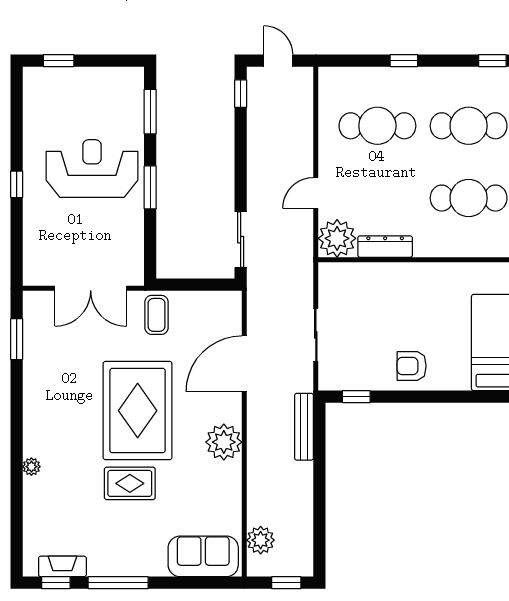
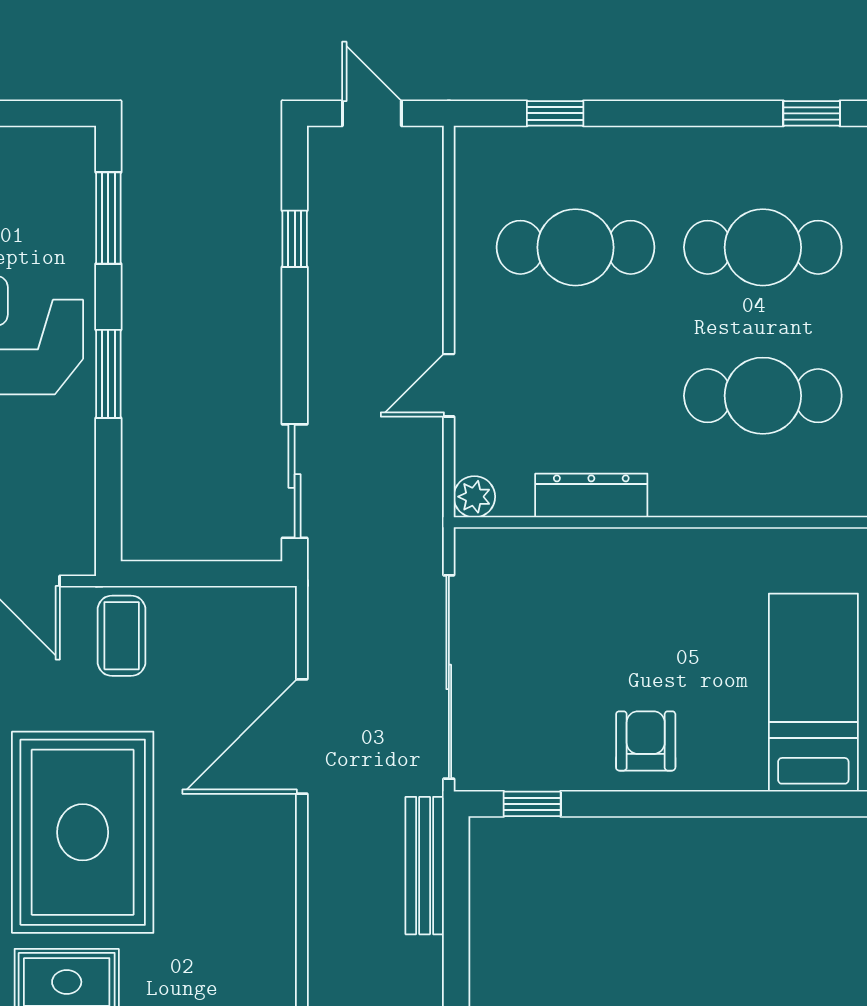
window: (404, 61) -> (555, 113), moved
window: (241, 94) -> (295, 239), moved
plant: (337, 238) -> (474, 497), width x0.53, depth x0.53
sliding door: (316, 335) -> (449, 677), width x1.86
armchair: (412, 366) -> (646, 741), turned 90
plant: (224, 442) -> (260, 897), removed

